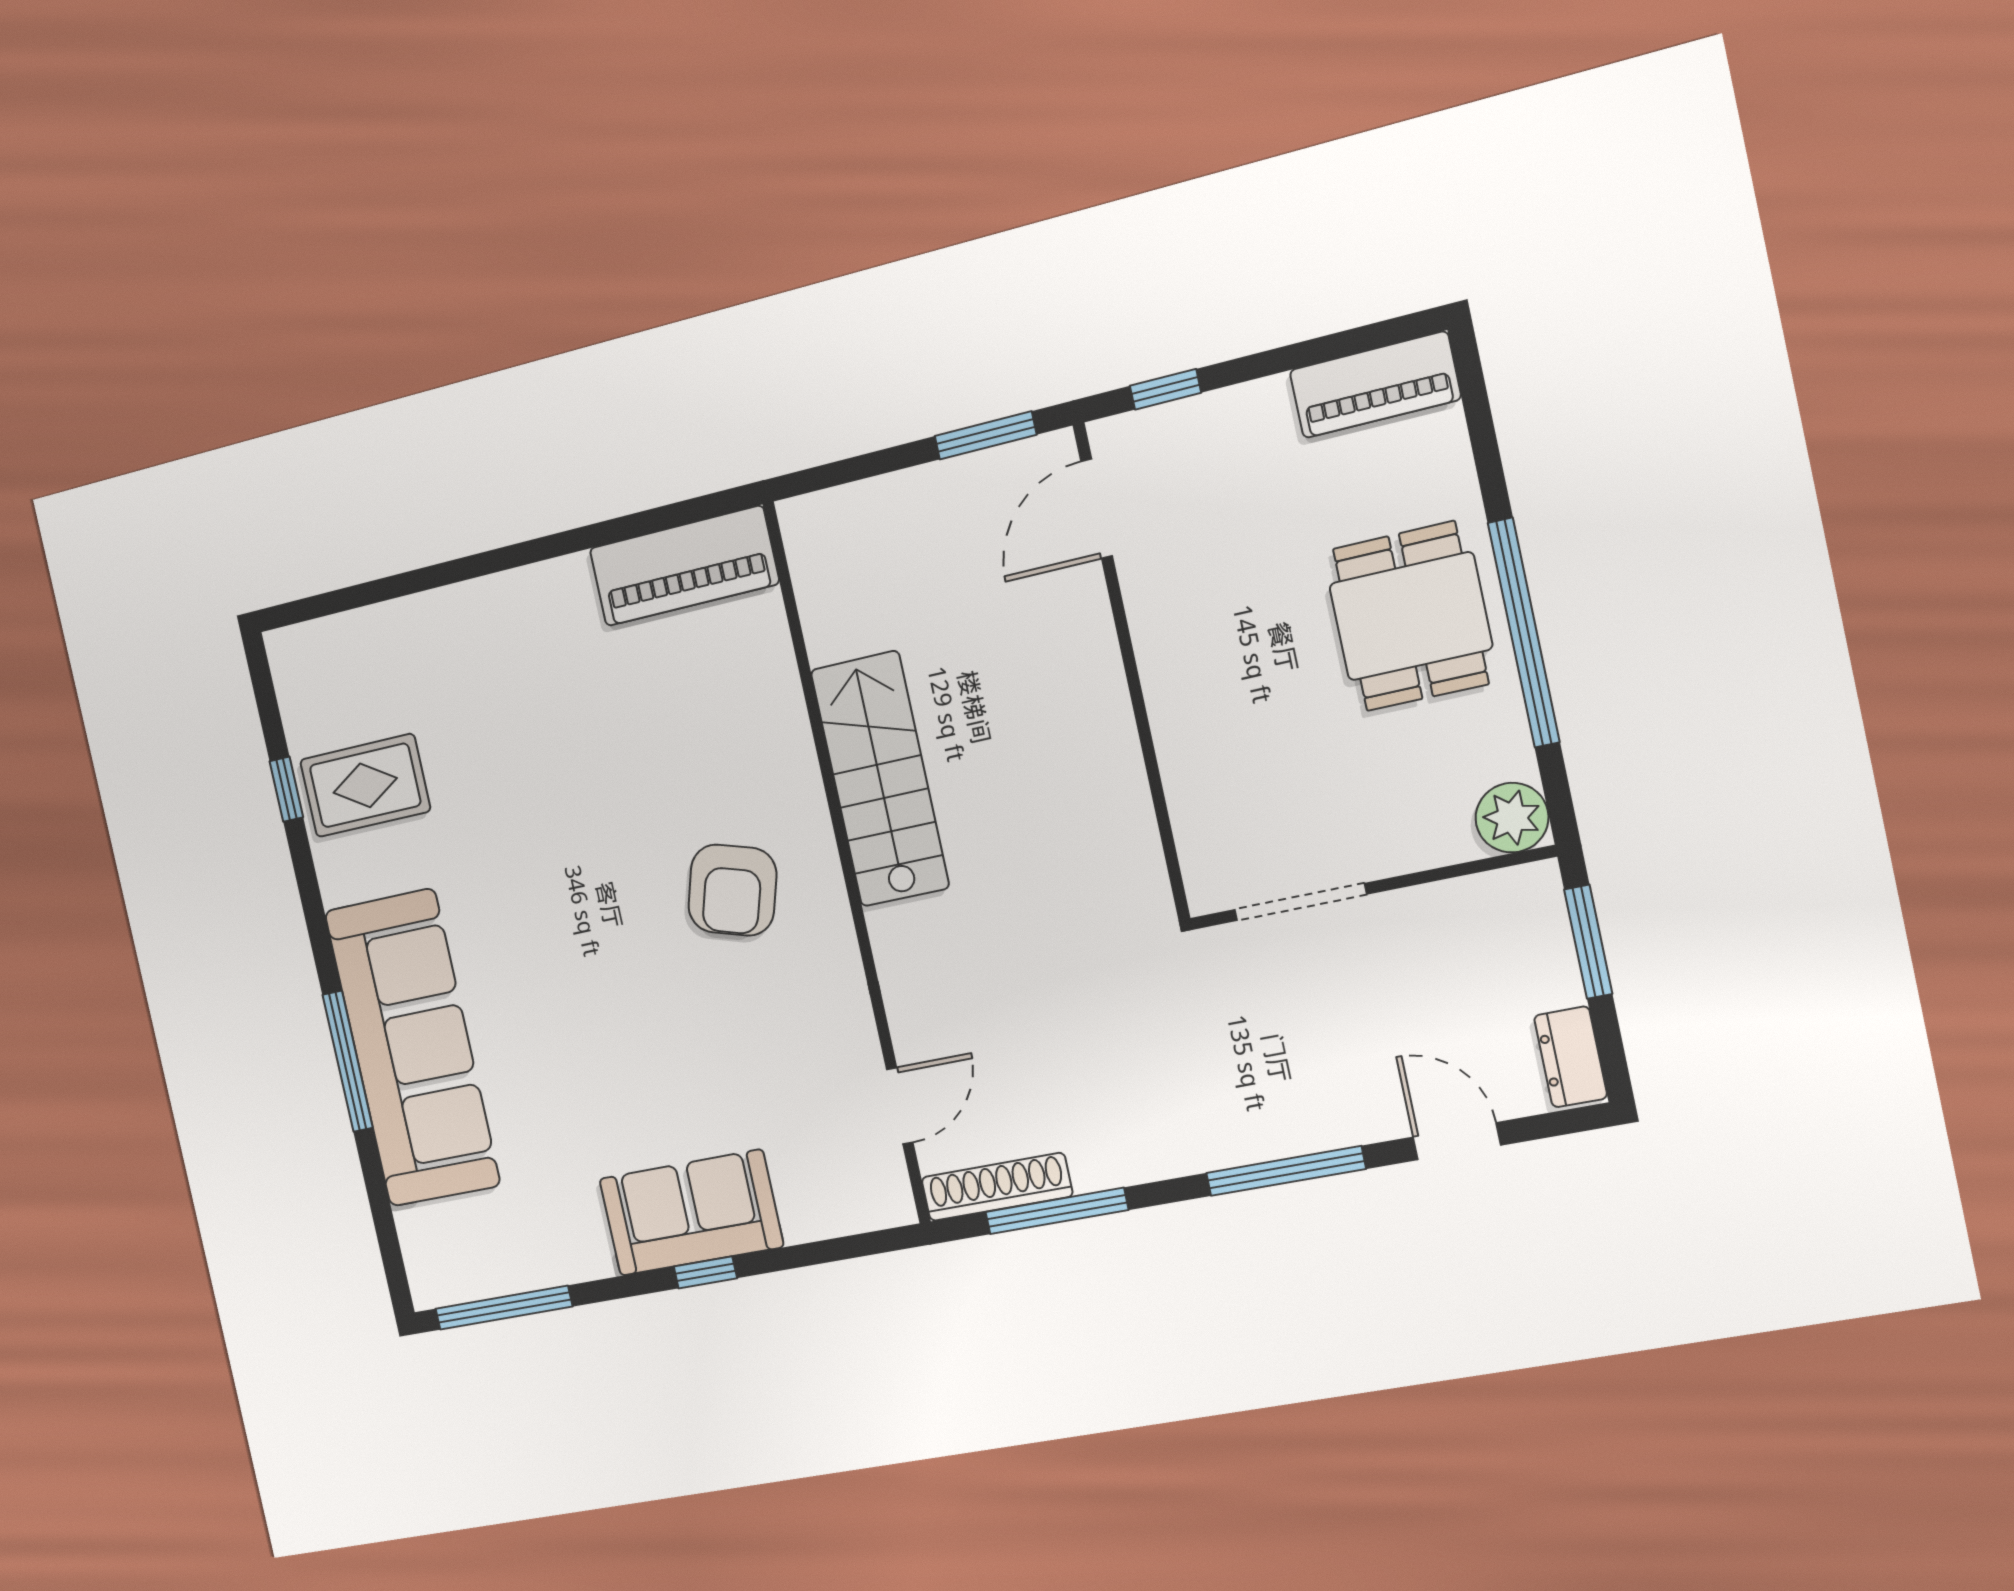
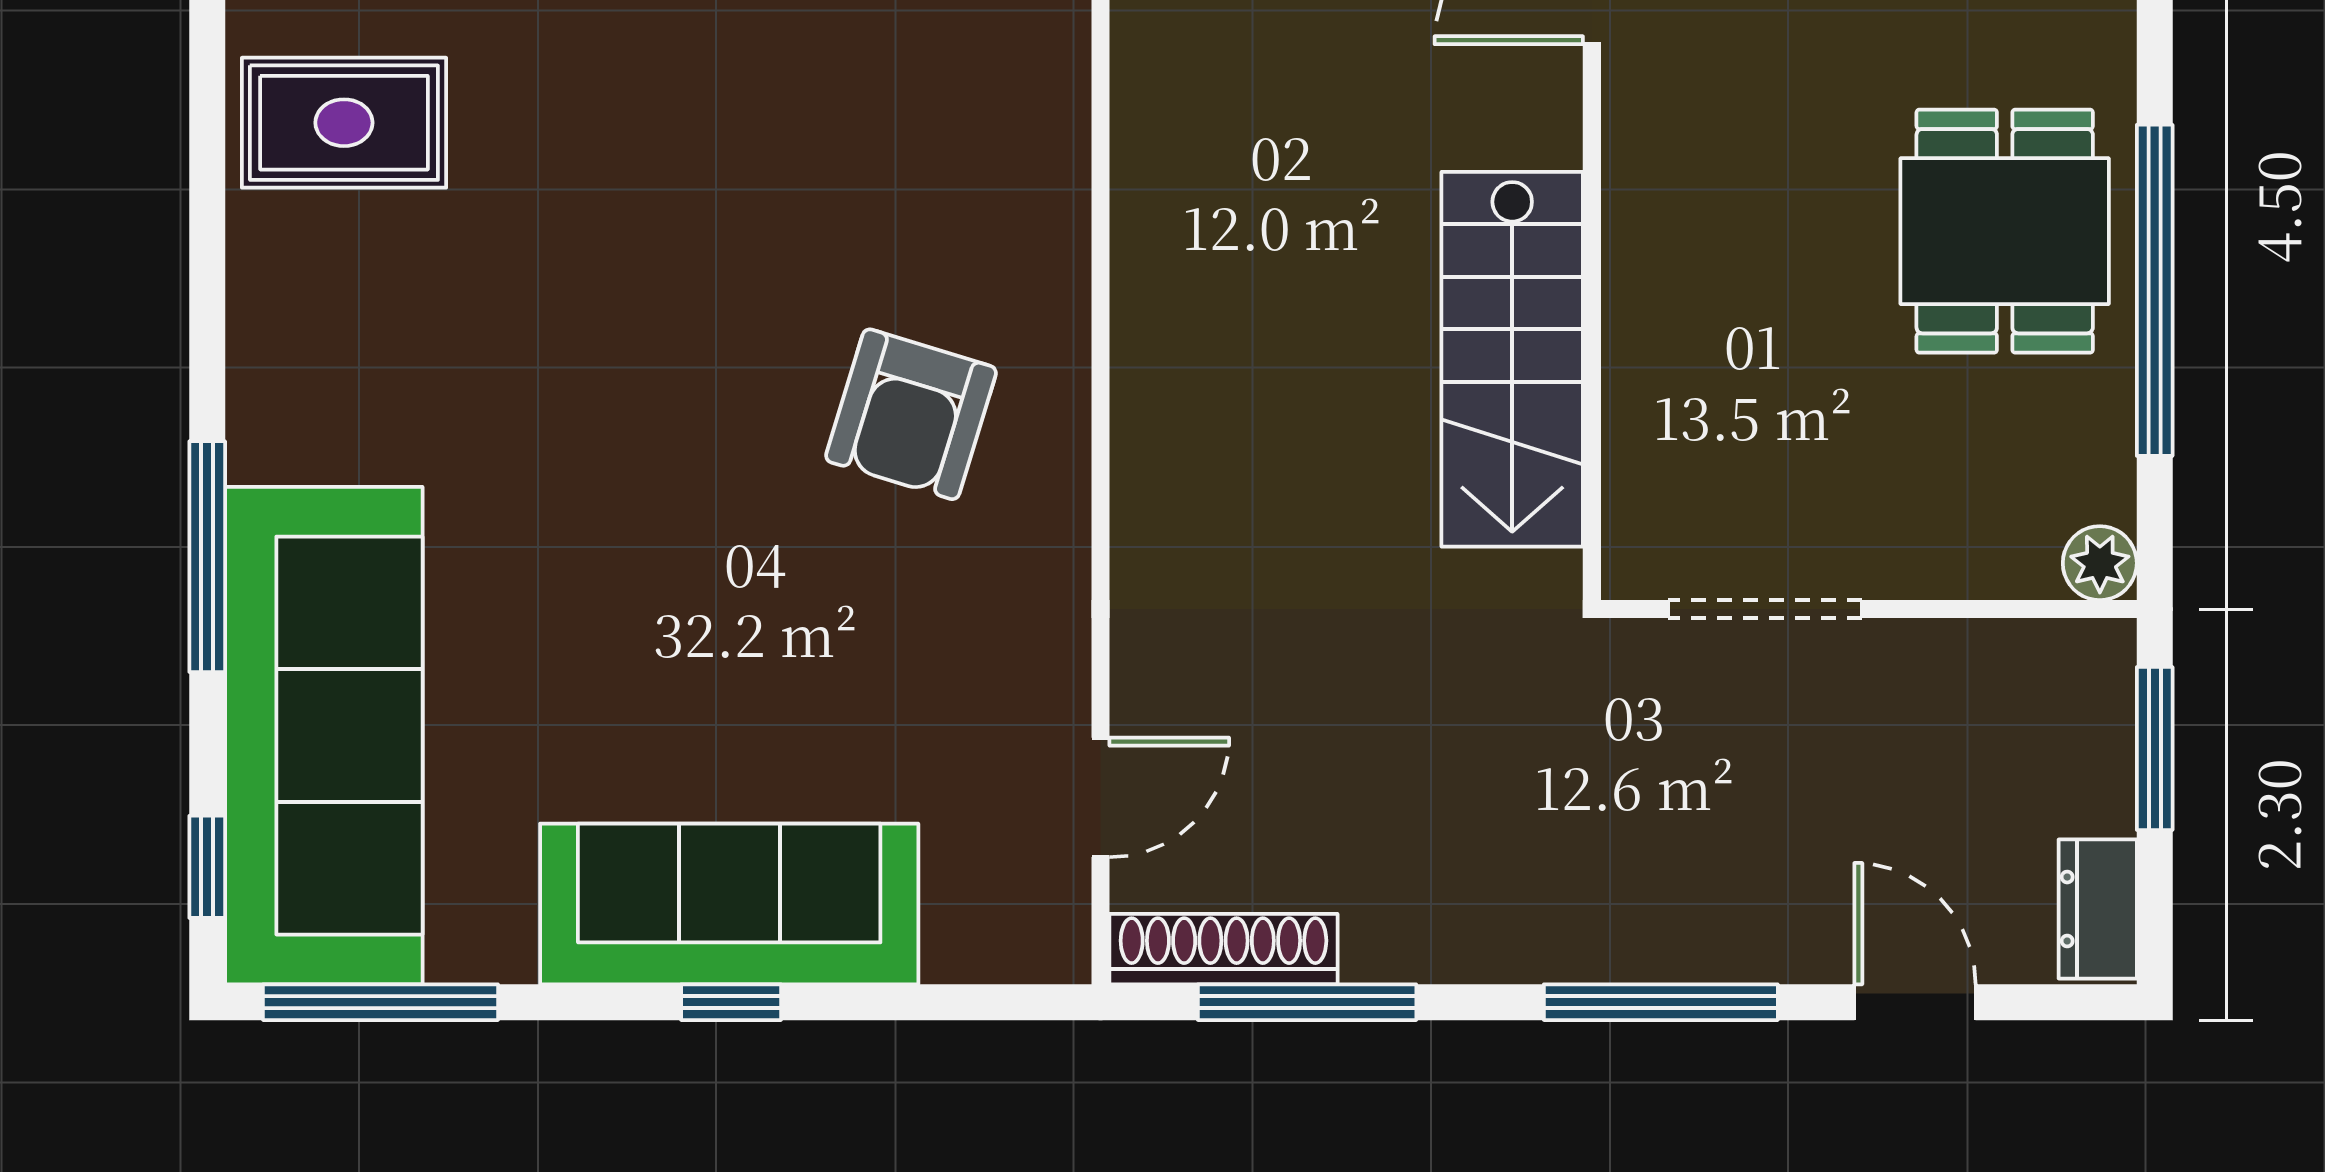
stairs: (880, 779) -> (1512, 359), moved, turned 180
window: (286, 789) -> (207, 867), moved
plant: (1512, 818) -> (2100, 563), width x0.73, depth x0.73
sofa: (412, 1048) -> (324, 736), moved
sofa: (691, 1213) -> (729, 904), width x1.36

